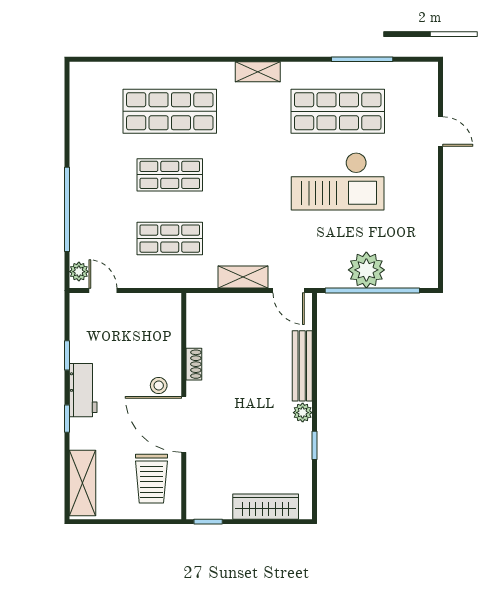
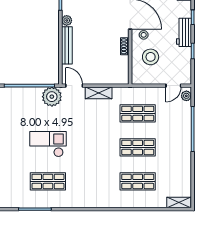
shelving: (258, 72) -> (179, 203), moved
shop shelf: (170, 111) -> (138, 181), width x0.70, depth x0.74
shop shelf: (338, 111) -> (48, 181), width x0.70, depth x0.74
checkout: (338, 181) -> (48, 144), width x0.73, depth x0.83
plant: (366, 270) -> (52, 97), moved
door: (103, 290) -> (173, 86), hinge flipped
stool: (146, 344) -> (151, 57), added

